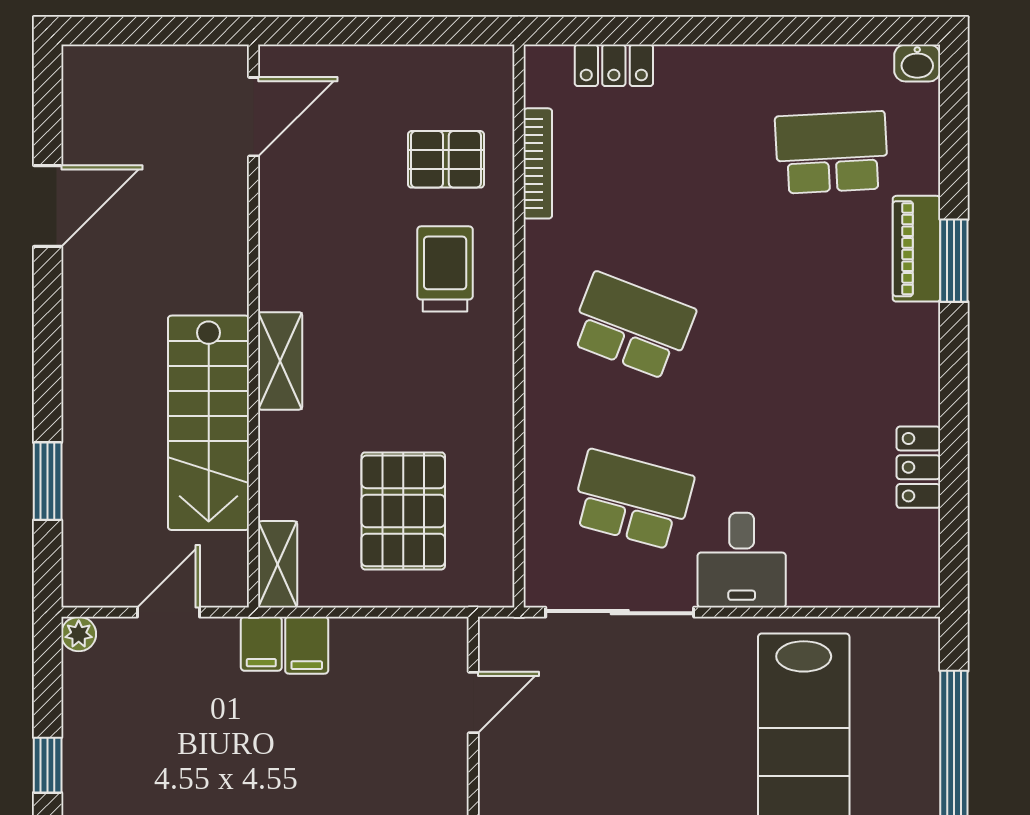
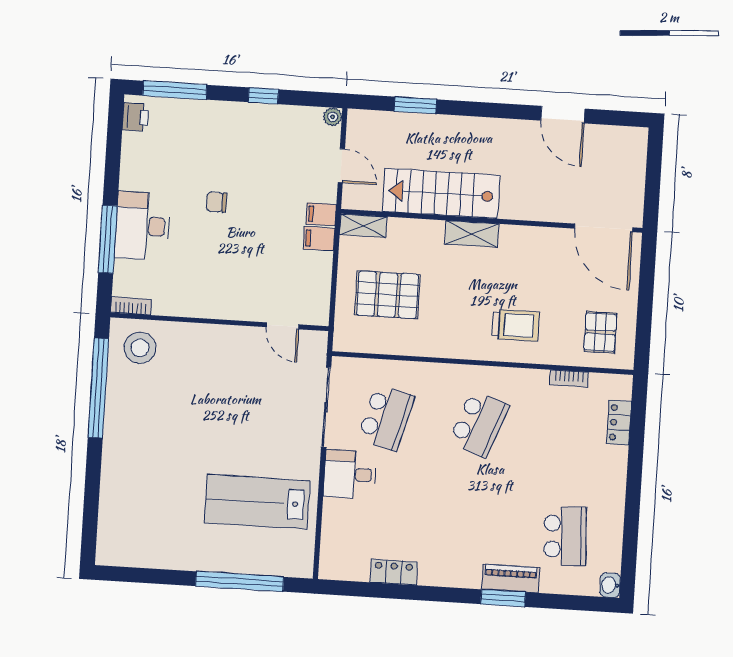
door: (254, 117) -> (604, 228), width x1.36
pallet: (446, 159) -> (600, 332), moved
bookcase: (538, 163) -> (569, 379), width x0.64

